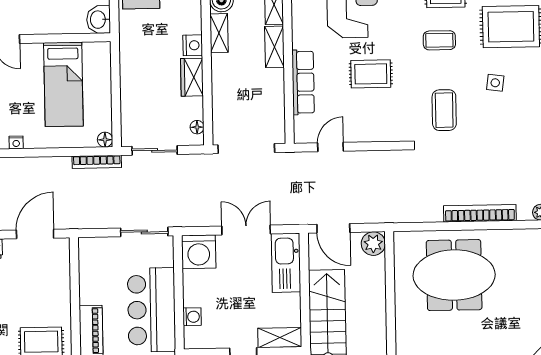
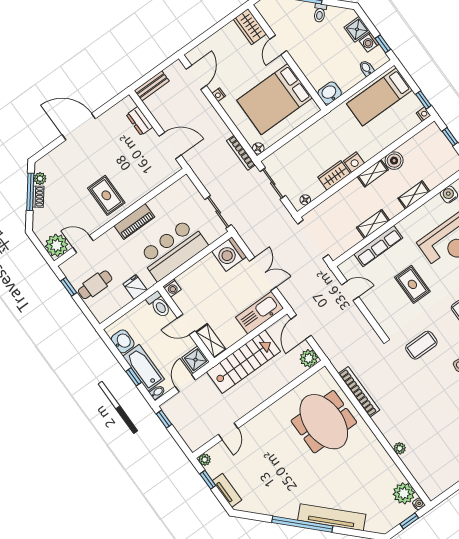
shelving: (274, 47) -> (373, 224), moved
bed: (63, 84) -> (275, 99), width x1.50
bookcase: (480, 213) -> (359, 392), moved
washing machine: (192, 317) -> (172, 288), moved

